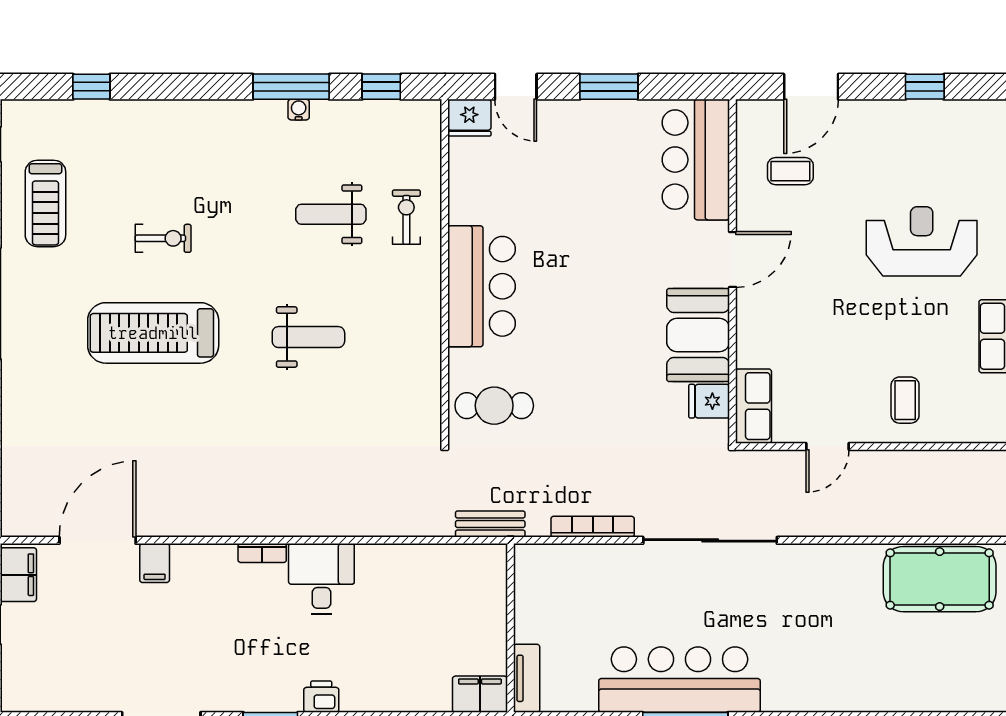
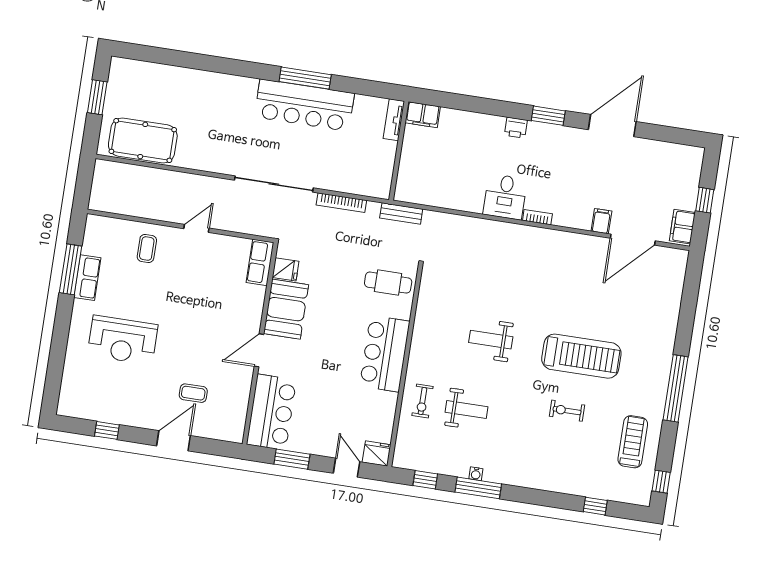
bar counter: (696, 160) -> (271, 412), moved
door: (733, 259) -> (259, 350), moved
wall: (733, 271) -> (260, 343), moved
booth: (698, 335) -> (286, 309), moved
fridge: (709, 401) -> (286, 269), moved
row of seats: (754, 406) -> (260, 262), moved

